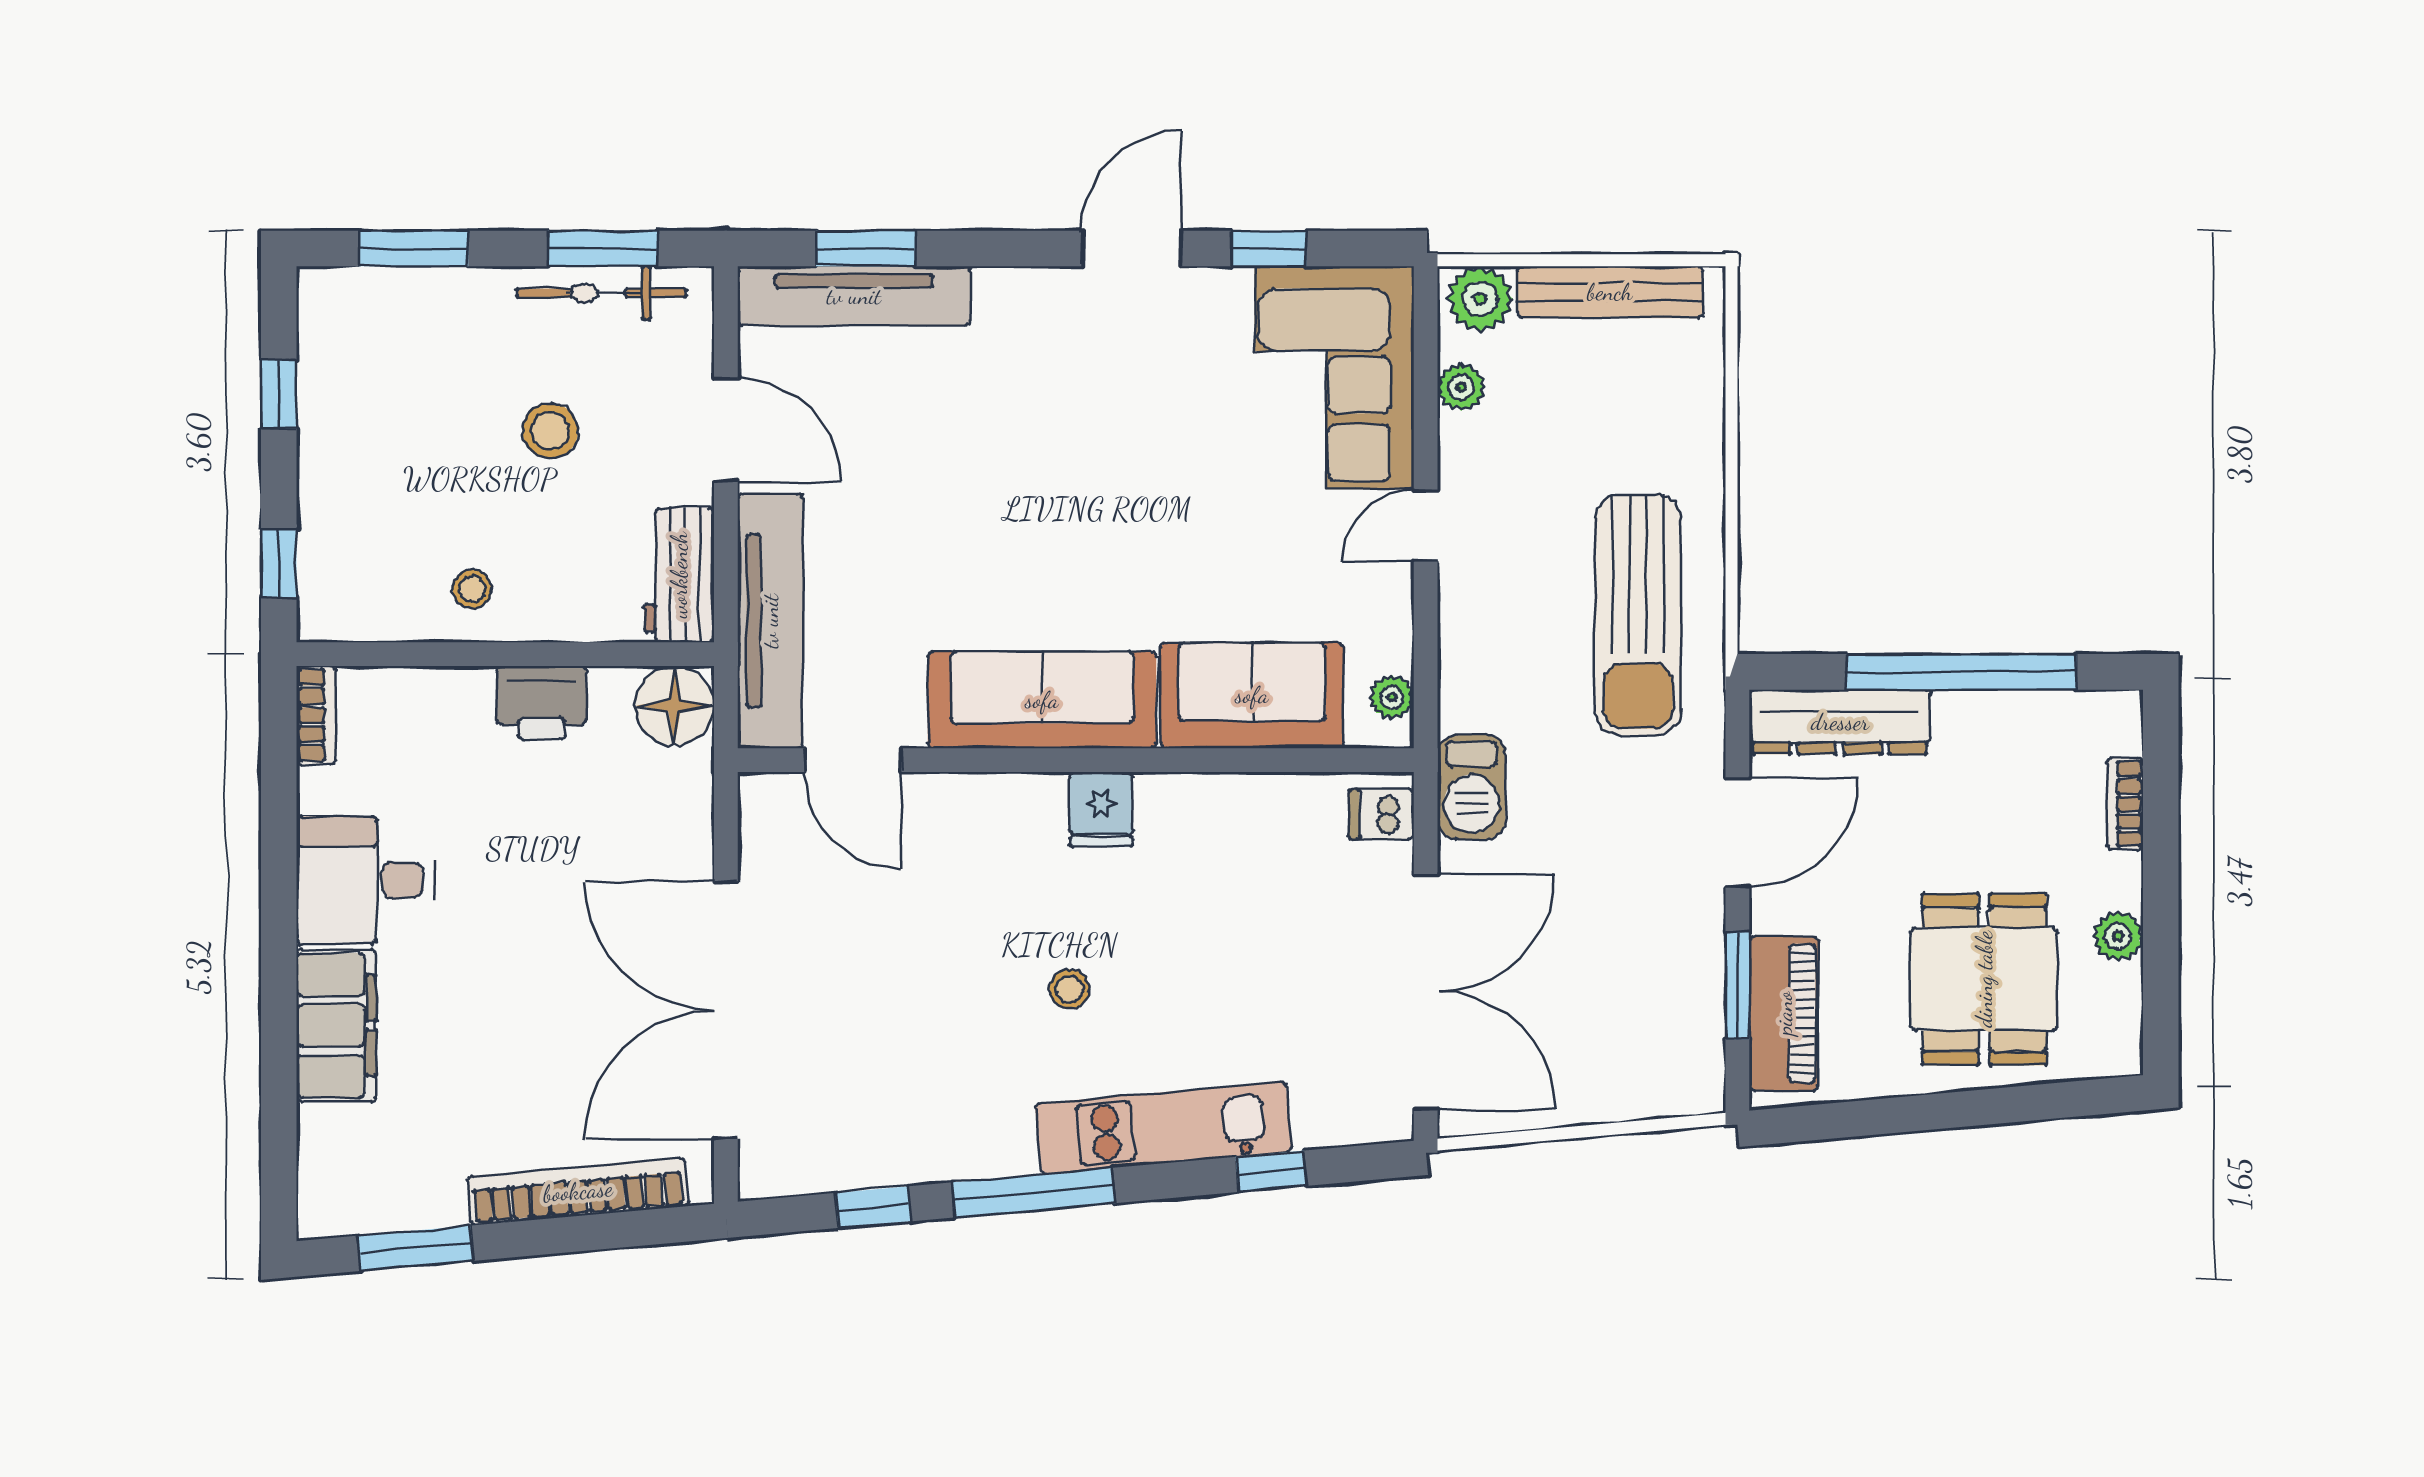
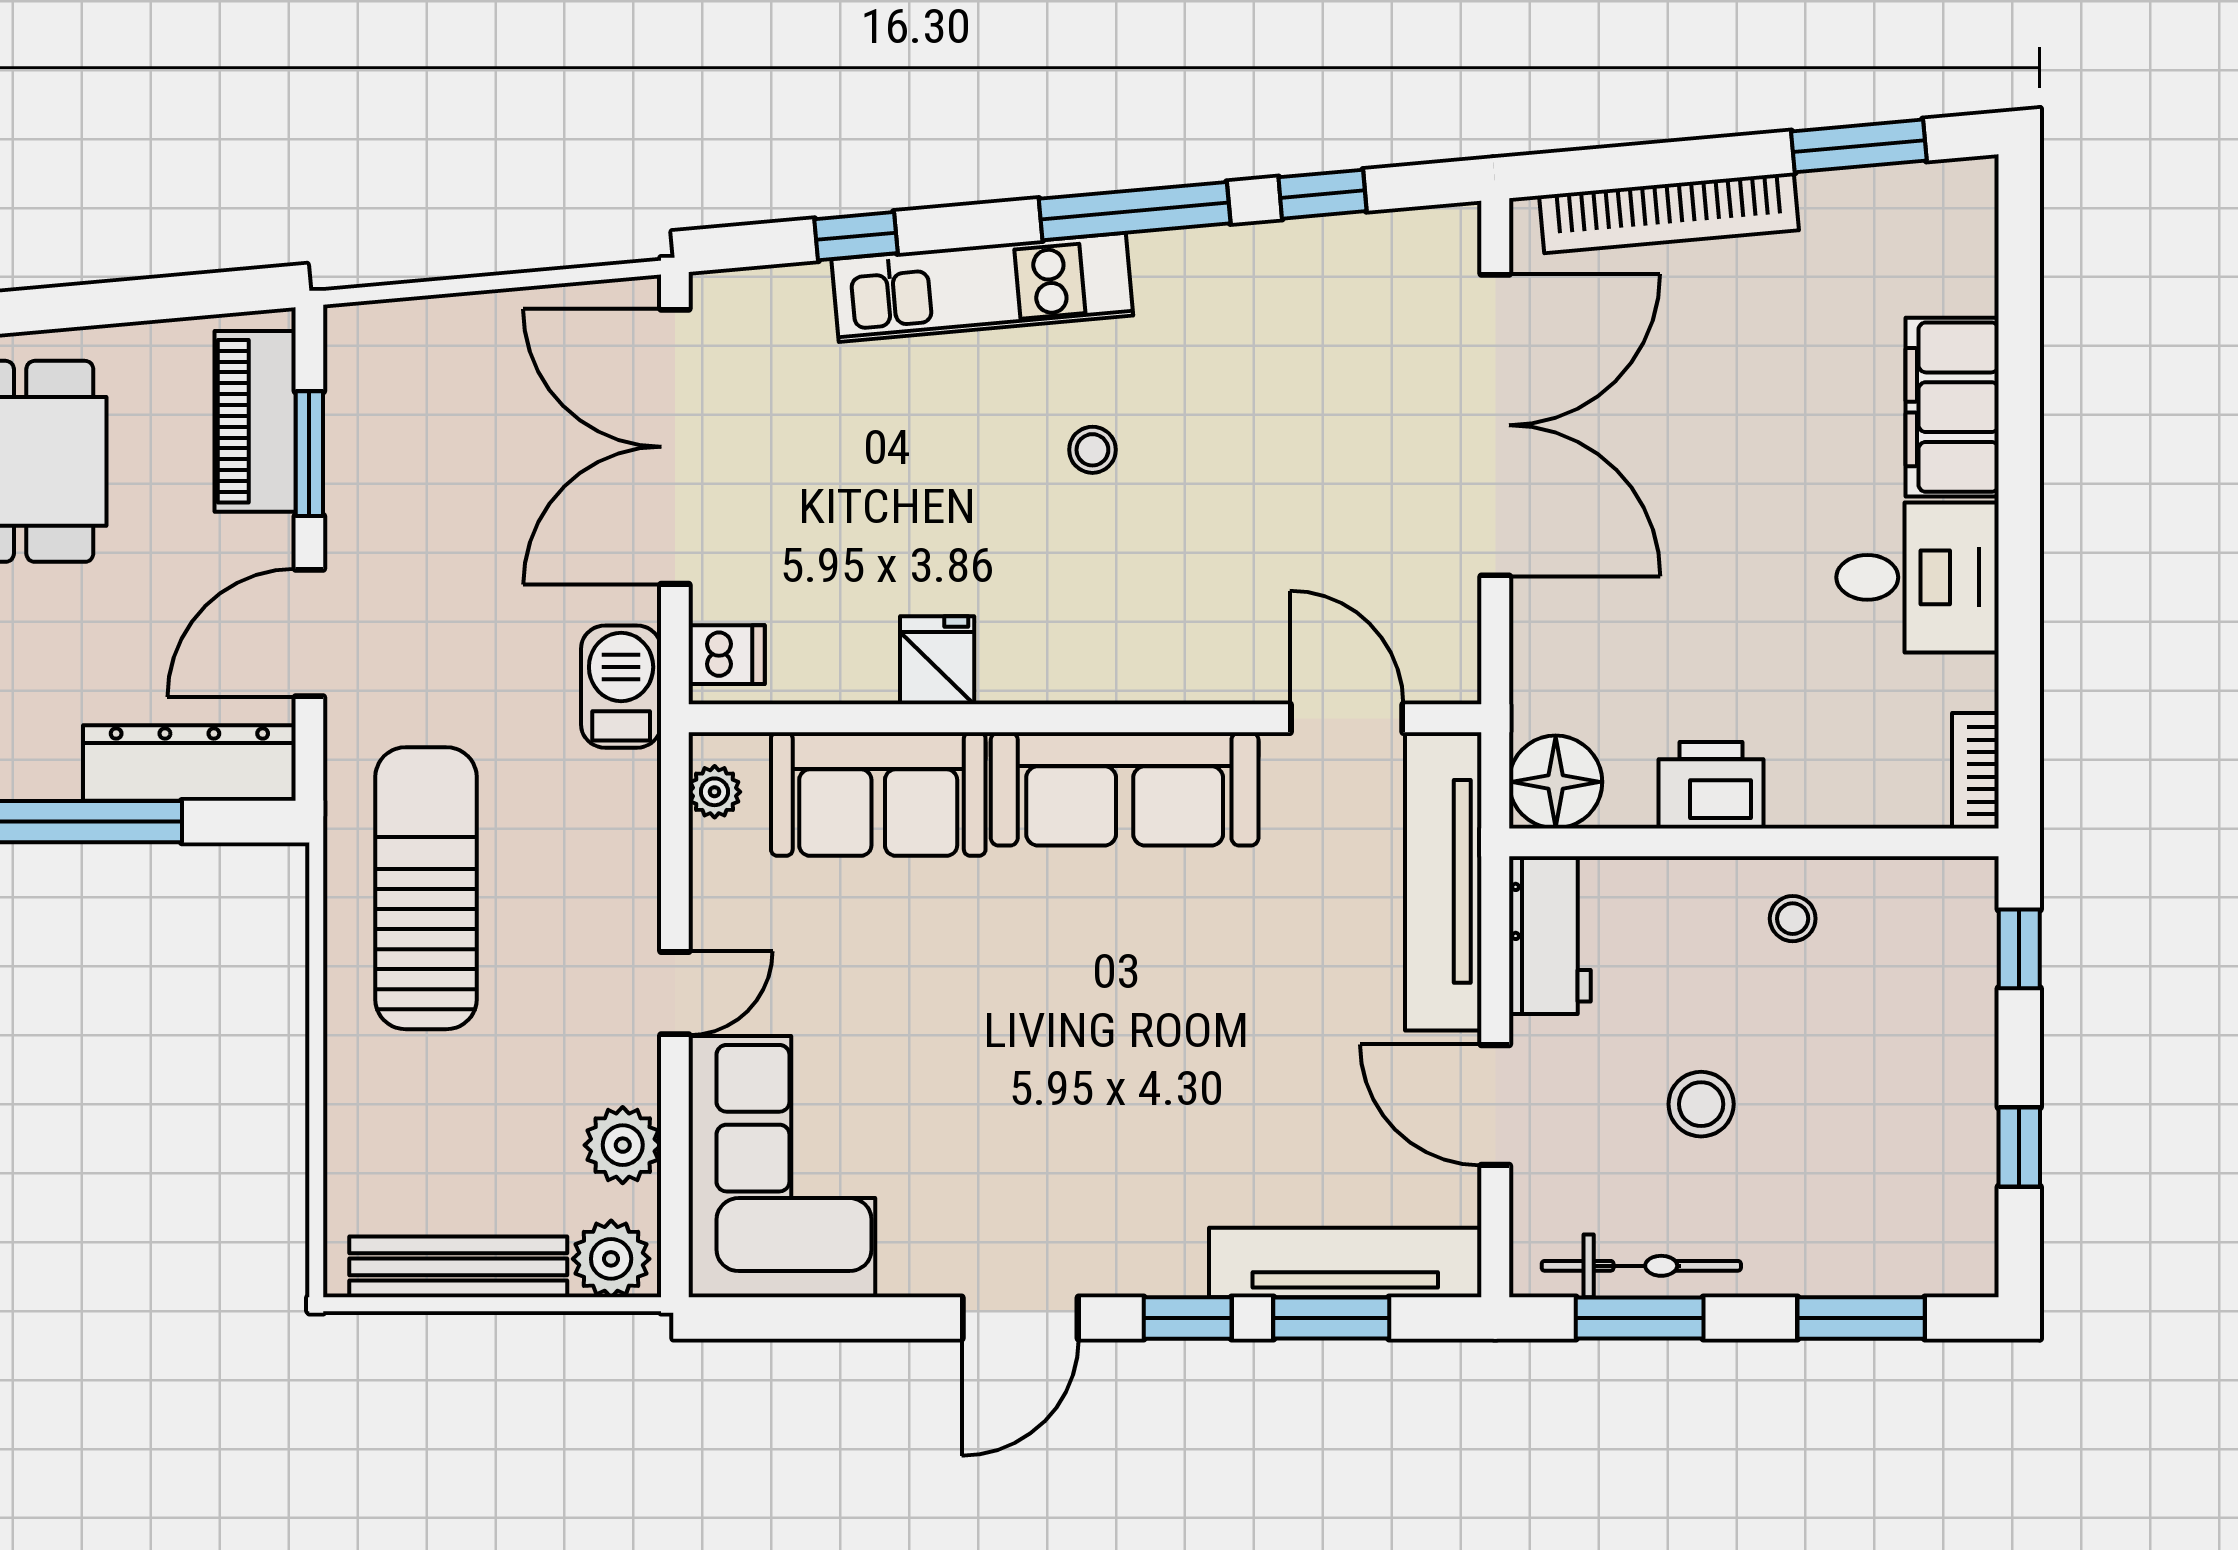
window: (1269, 248) -> (1188, 1318), moved
plant: (1461, 387) -> (623, 1145), width x1.38, depth x1.38
fridge: (1101, 809) -> (937, 660), moved

